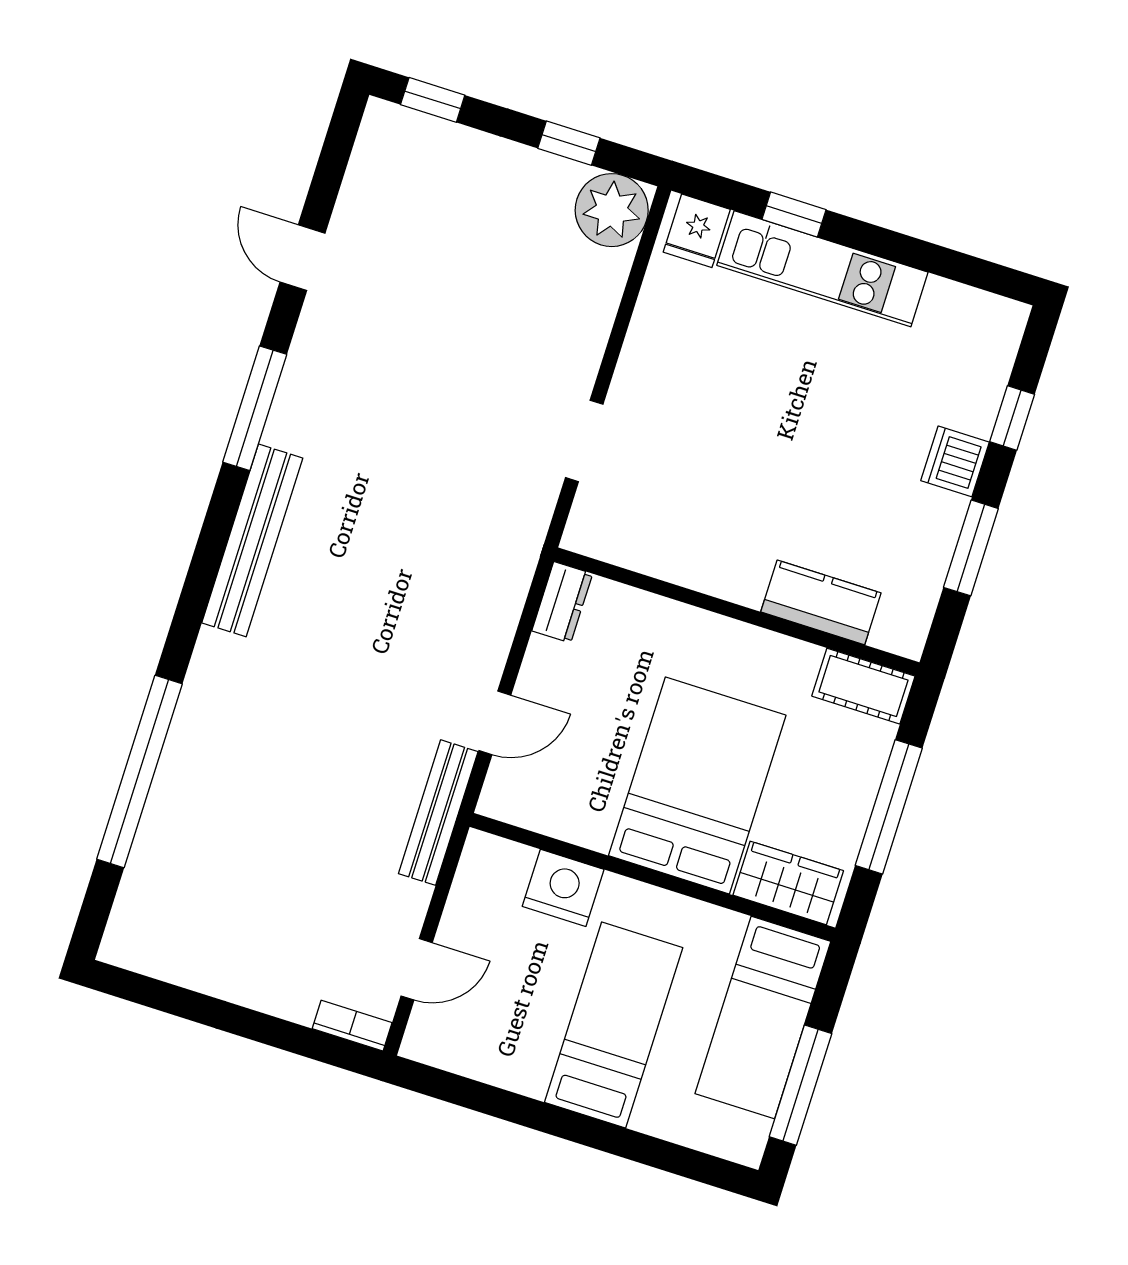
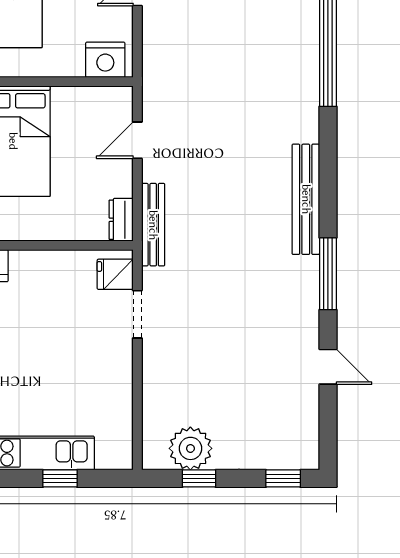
plant: (612, 210) -> (190, 448), moved
fridge: (697, 231) -> (115, 274), moved, turned -90
bench: (438, 813) -> (153, 225), moved
nightstand: (563, 888) -> (105, 60), moved

